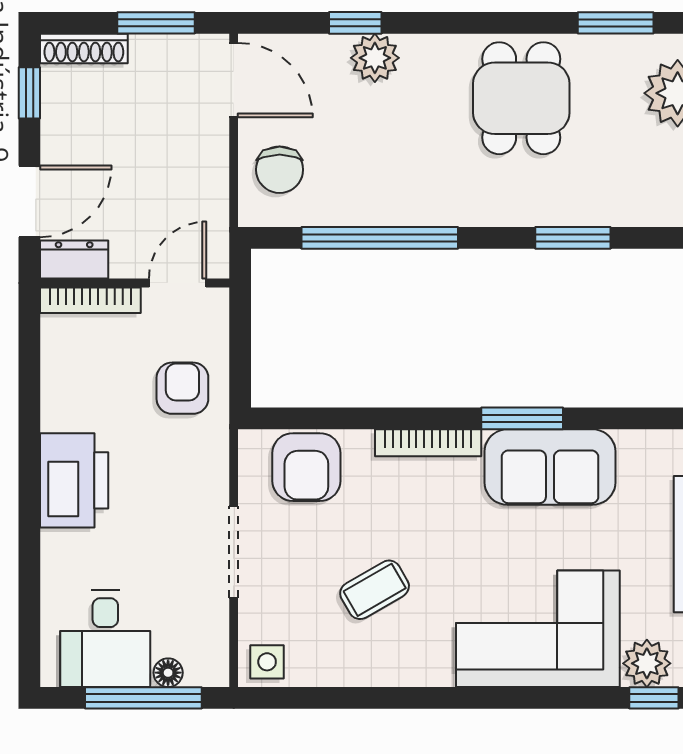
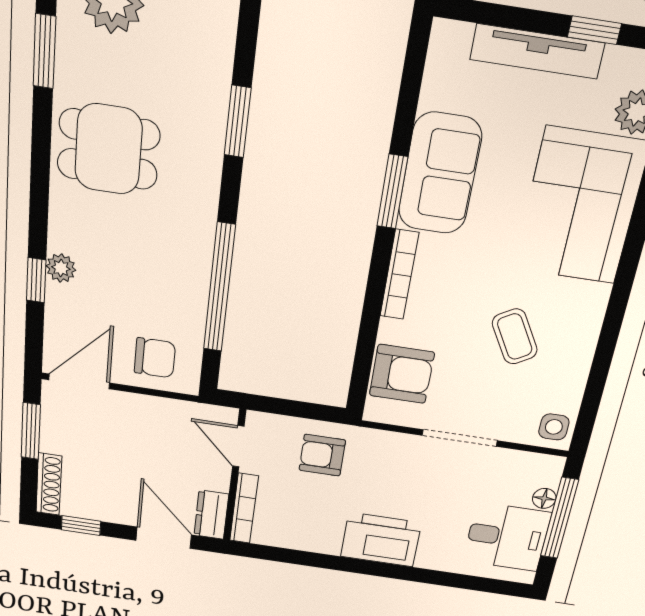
plant: (375, 58) -> (61, 268), width x0.73, depth x0.73

